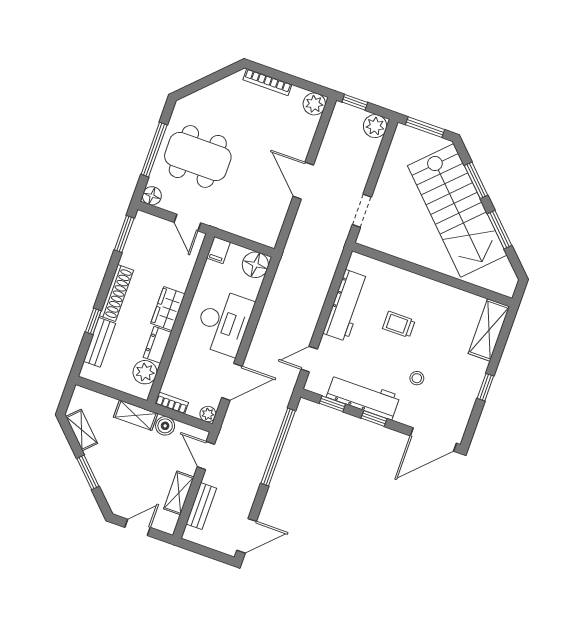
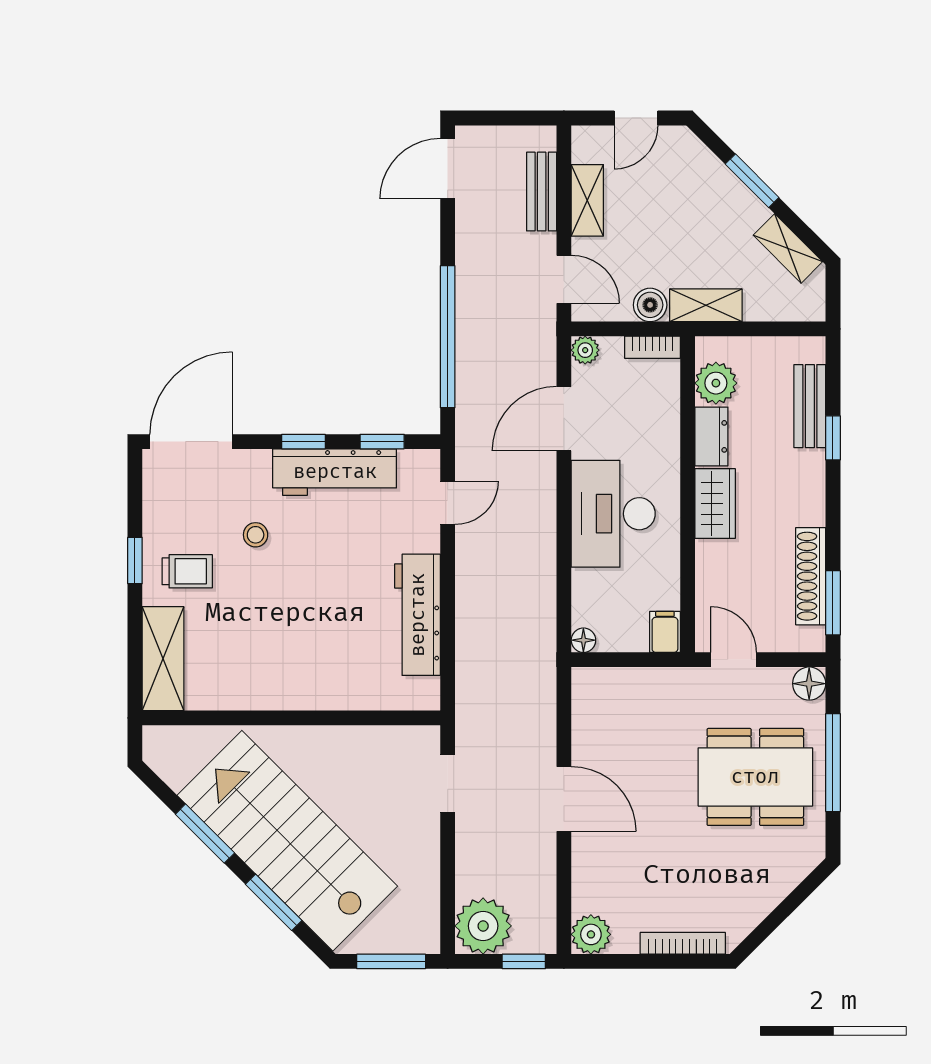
plant: (375, 126) -> (483, 926), width x1.36, depth x1.36
floor lamp: (255, 265) -> (583, 640), width x0.53, depth x0.53
shoe rack: (117, 293) -> (811, 576), moved
trolley: (399, 325) -> (187, 571), moved

